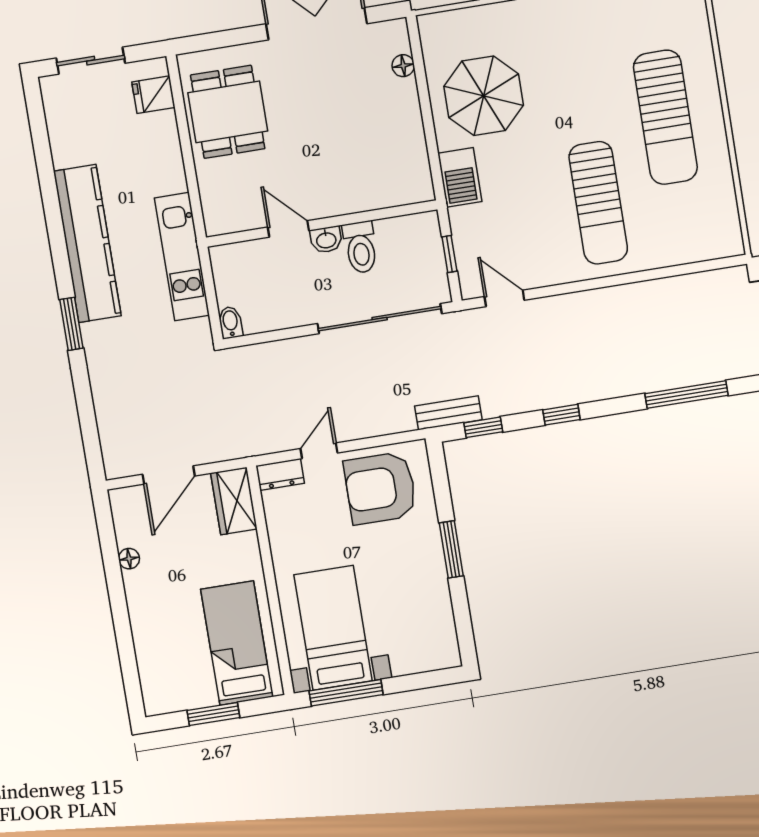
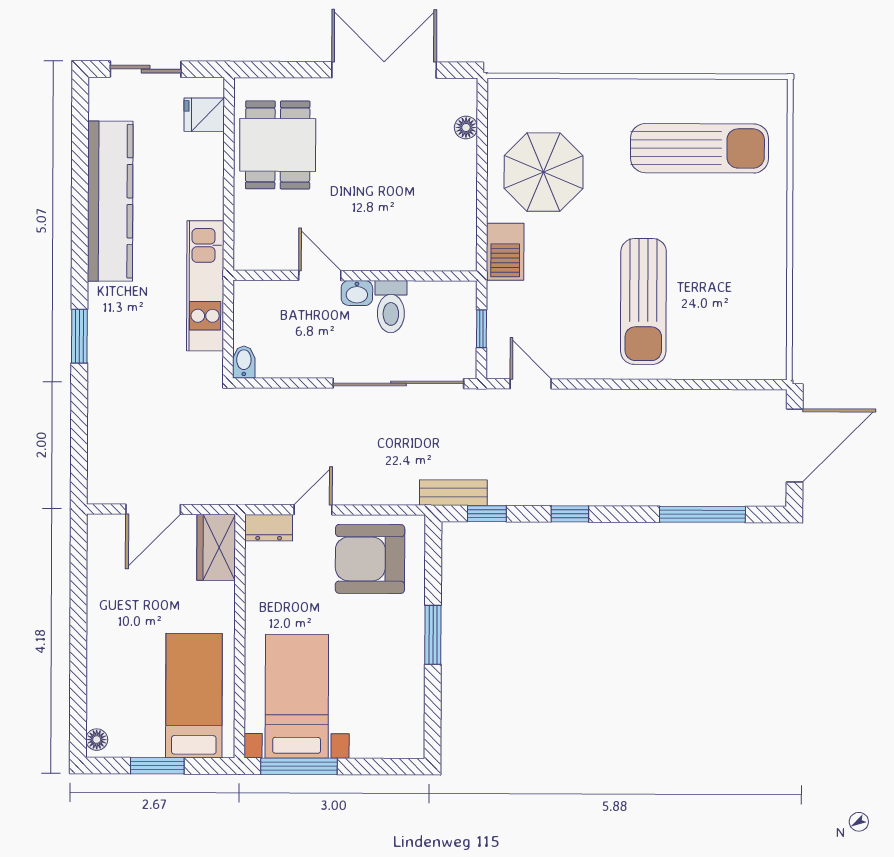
sun lounger: (665, 117) -> (700, 148), moved, turned -90
kitchen counter: (87, 244) -> (110, 201), moved
floor lamp: (129, 559) -> (97, 740), moved

